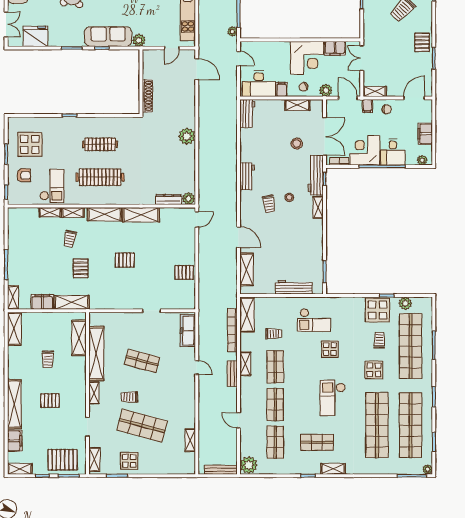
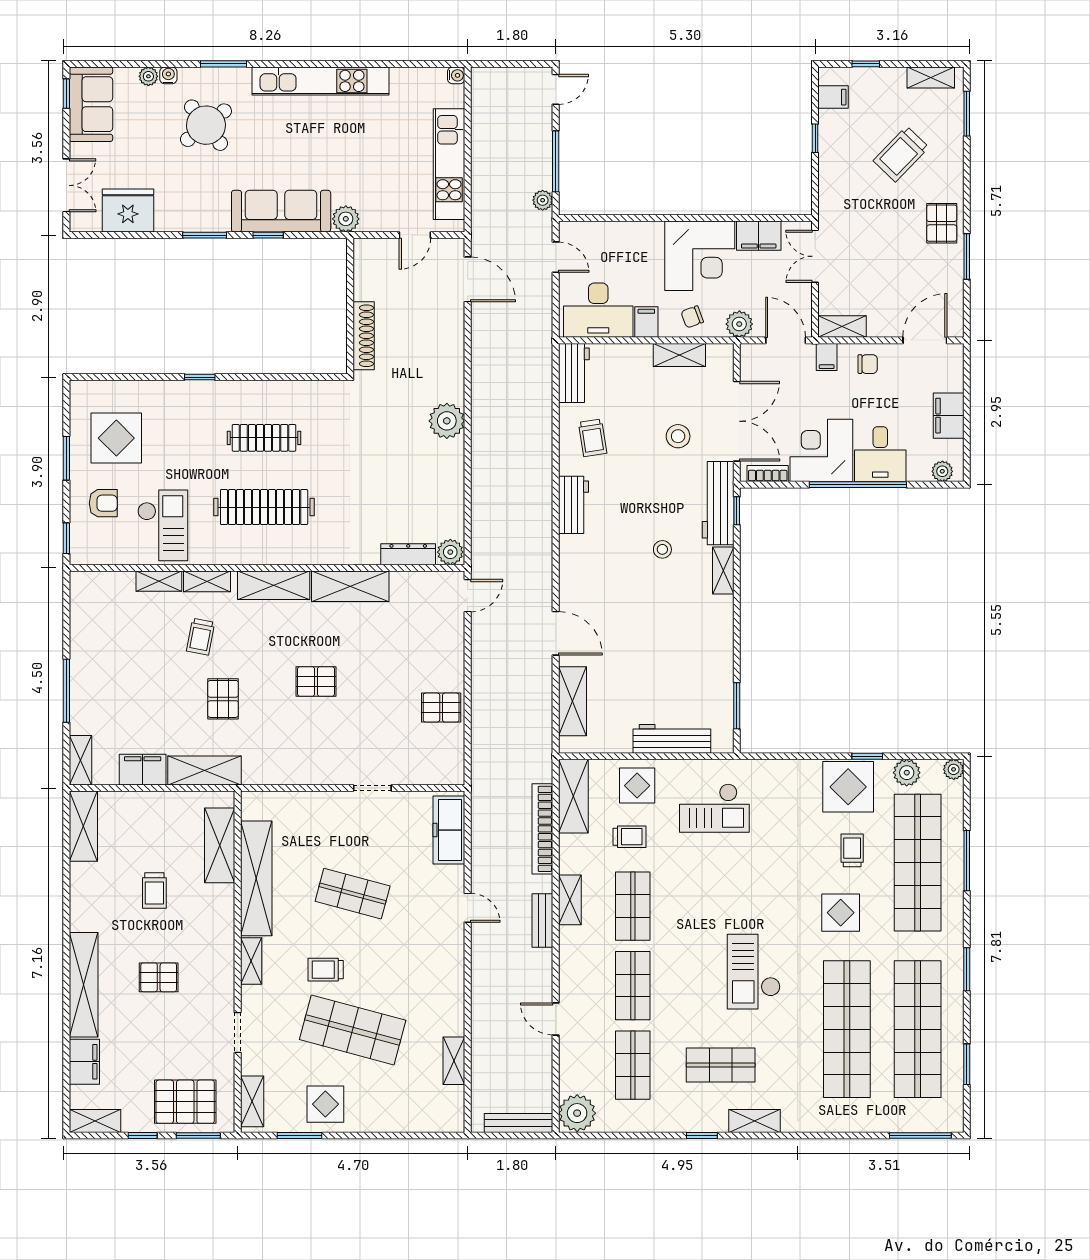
trolley: (269, 204) -> (593, 438), moved
display table: (330, 349) -> (637, 786), moved
plant: (428, 469) -> (954, 769), moved

